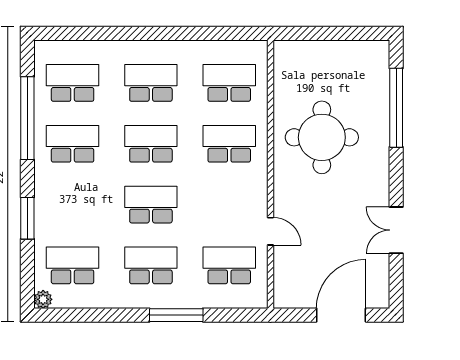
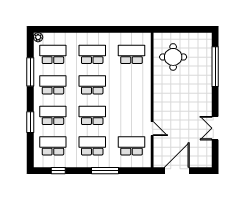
window: (27, 118) -> (30, 72), width x0.68
round table: (322, 137) -> (173, 57), moved, width x0.73, depth x0.73
school desk: (229, 144) -> (53, 115), moved
plant: (43, 299) -> (38, 37), moved
window: (83, 315) -> (58, 171), added
door: (341, 315) -> (177, 171), moved

